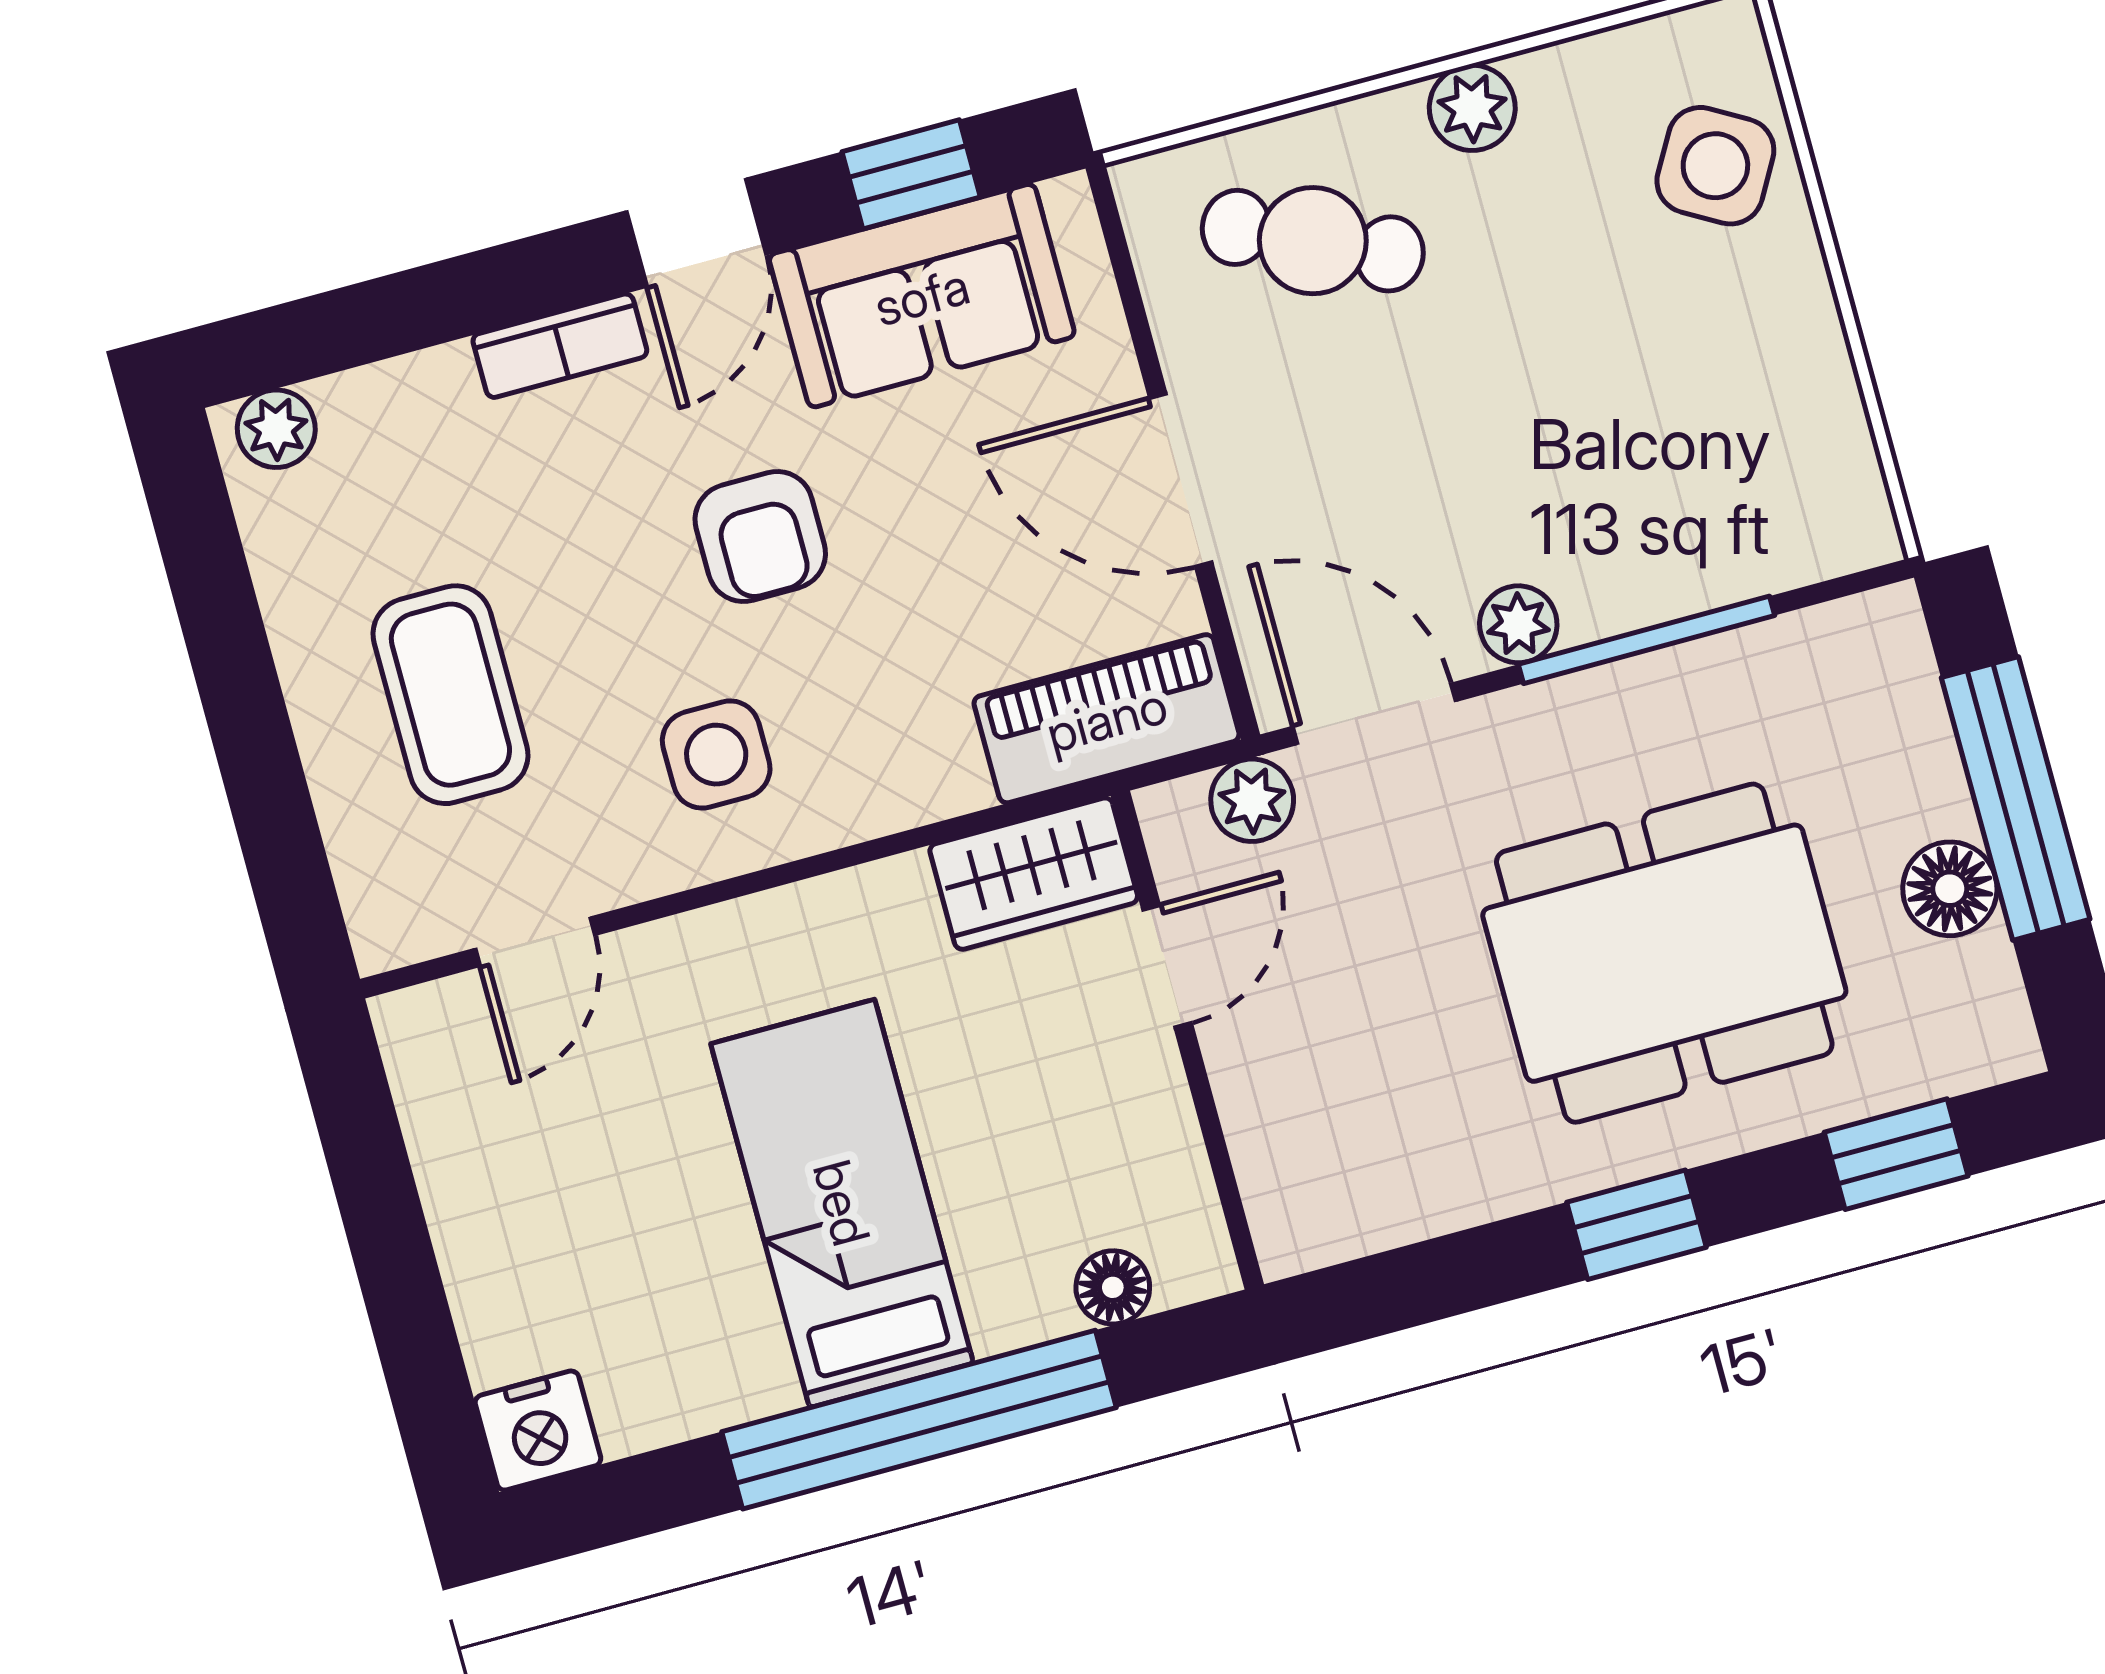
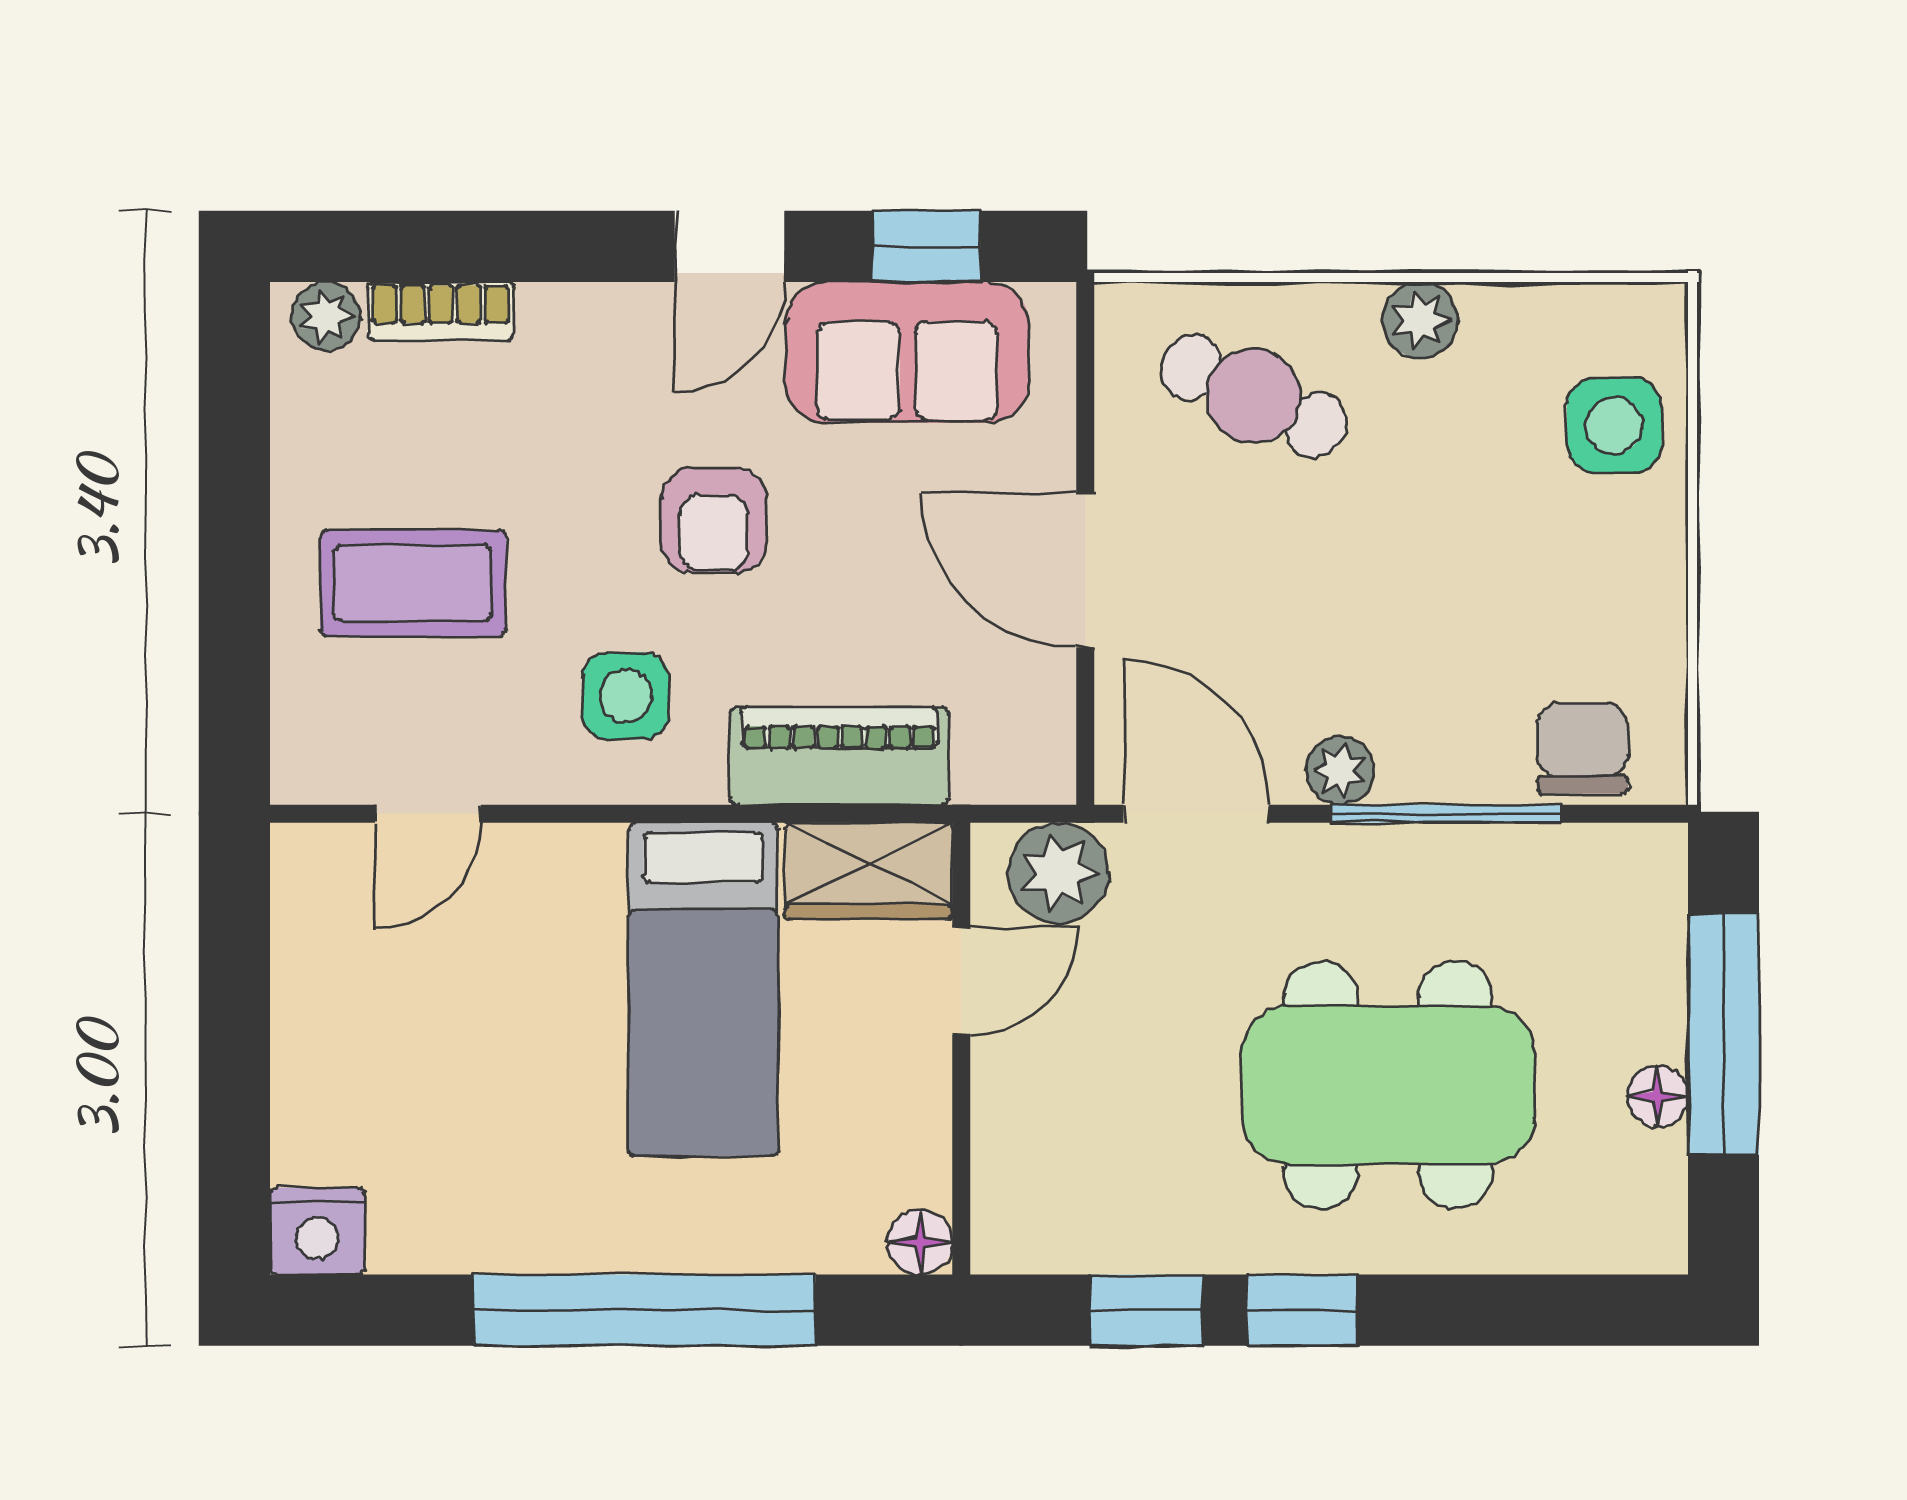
side table: (1715, 166) -> (1614, 425), turned -30
bookcase: (560, 346) -> (441, 311), moved
chair: (1777, 528) -> (1582, 748), added
coffee table: (450, 695) -> (413, 583), turned 90
piano: (1107, 719) -> (840, 756), moved
plant: (1252, 800) -> (1058, 873), width x1.38, depth x1.38
floor lamp: (1950, 889) -> (1658, 1096), width x0.73, depth x0.73
window: (1896, 1154) -> (1146, 1310), moved
bed: (842, 1203) -> (703, 989), moved, turned 180
floor lamp: (1113, 1287) -> (920, 1242), moved

